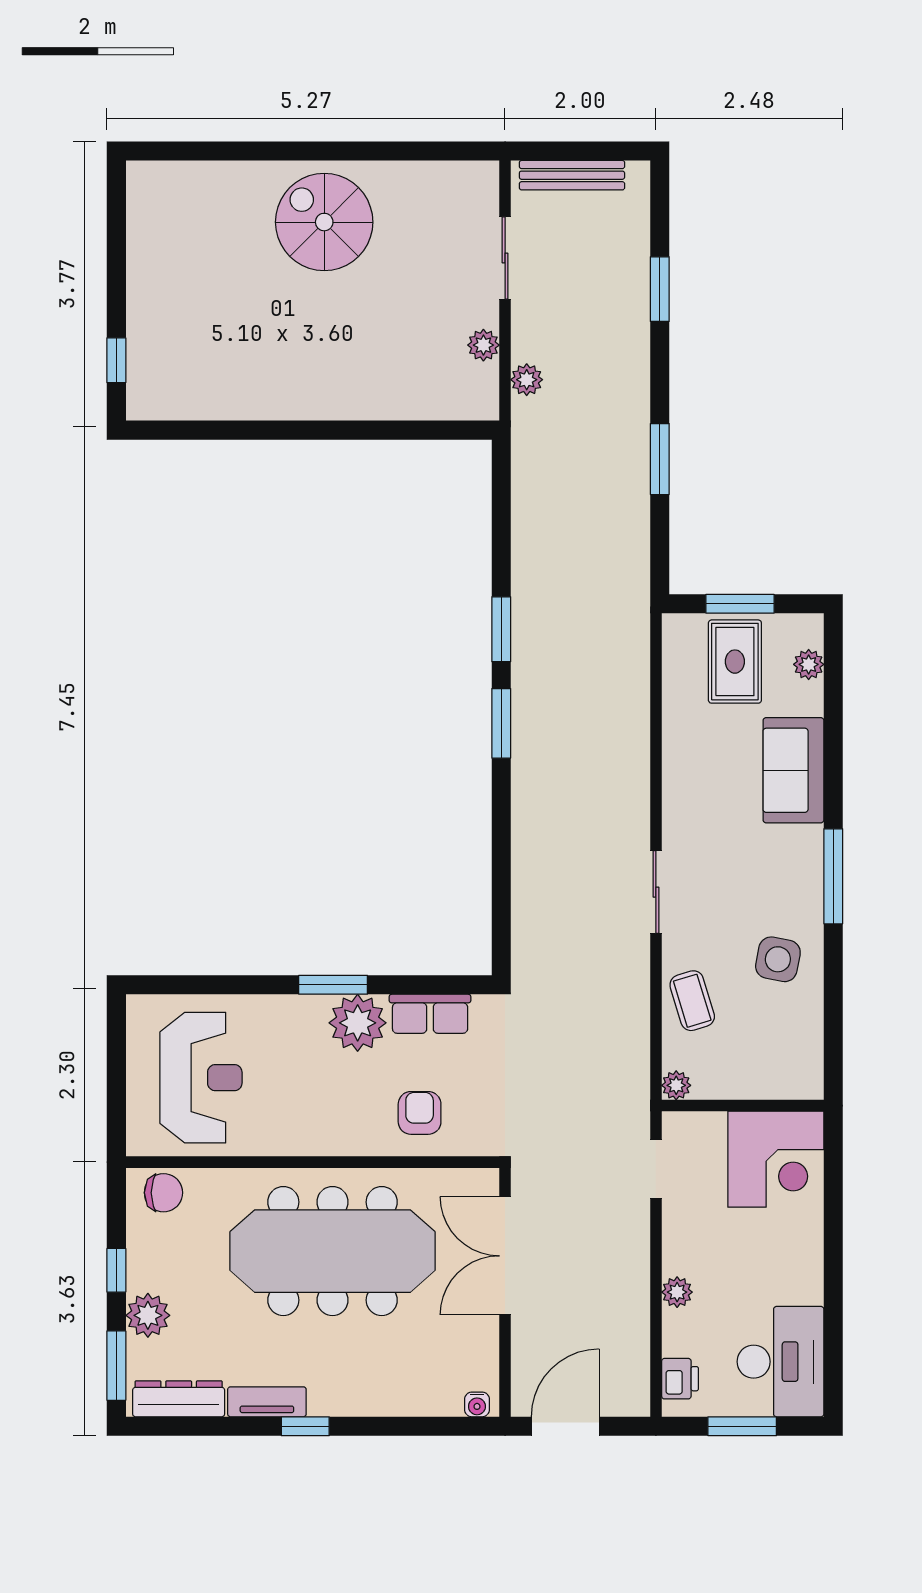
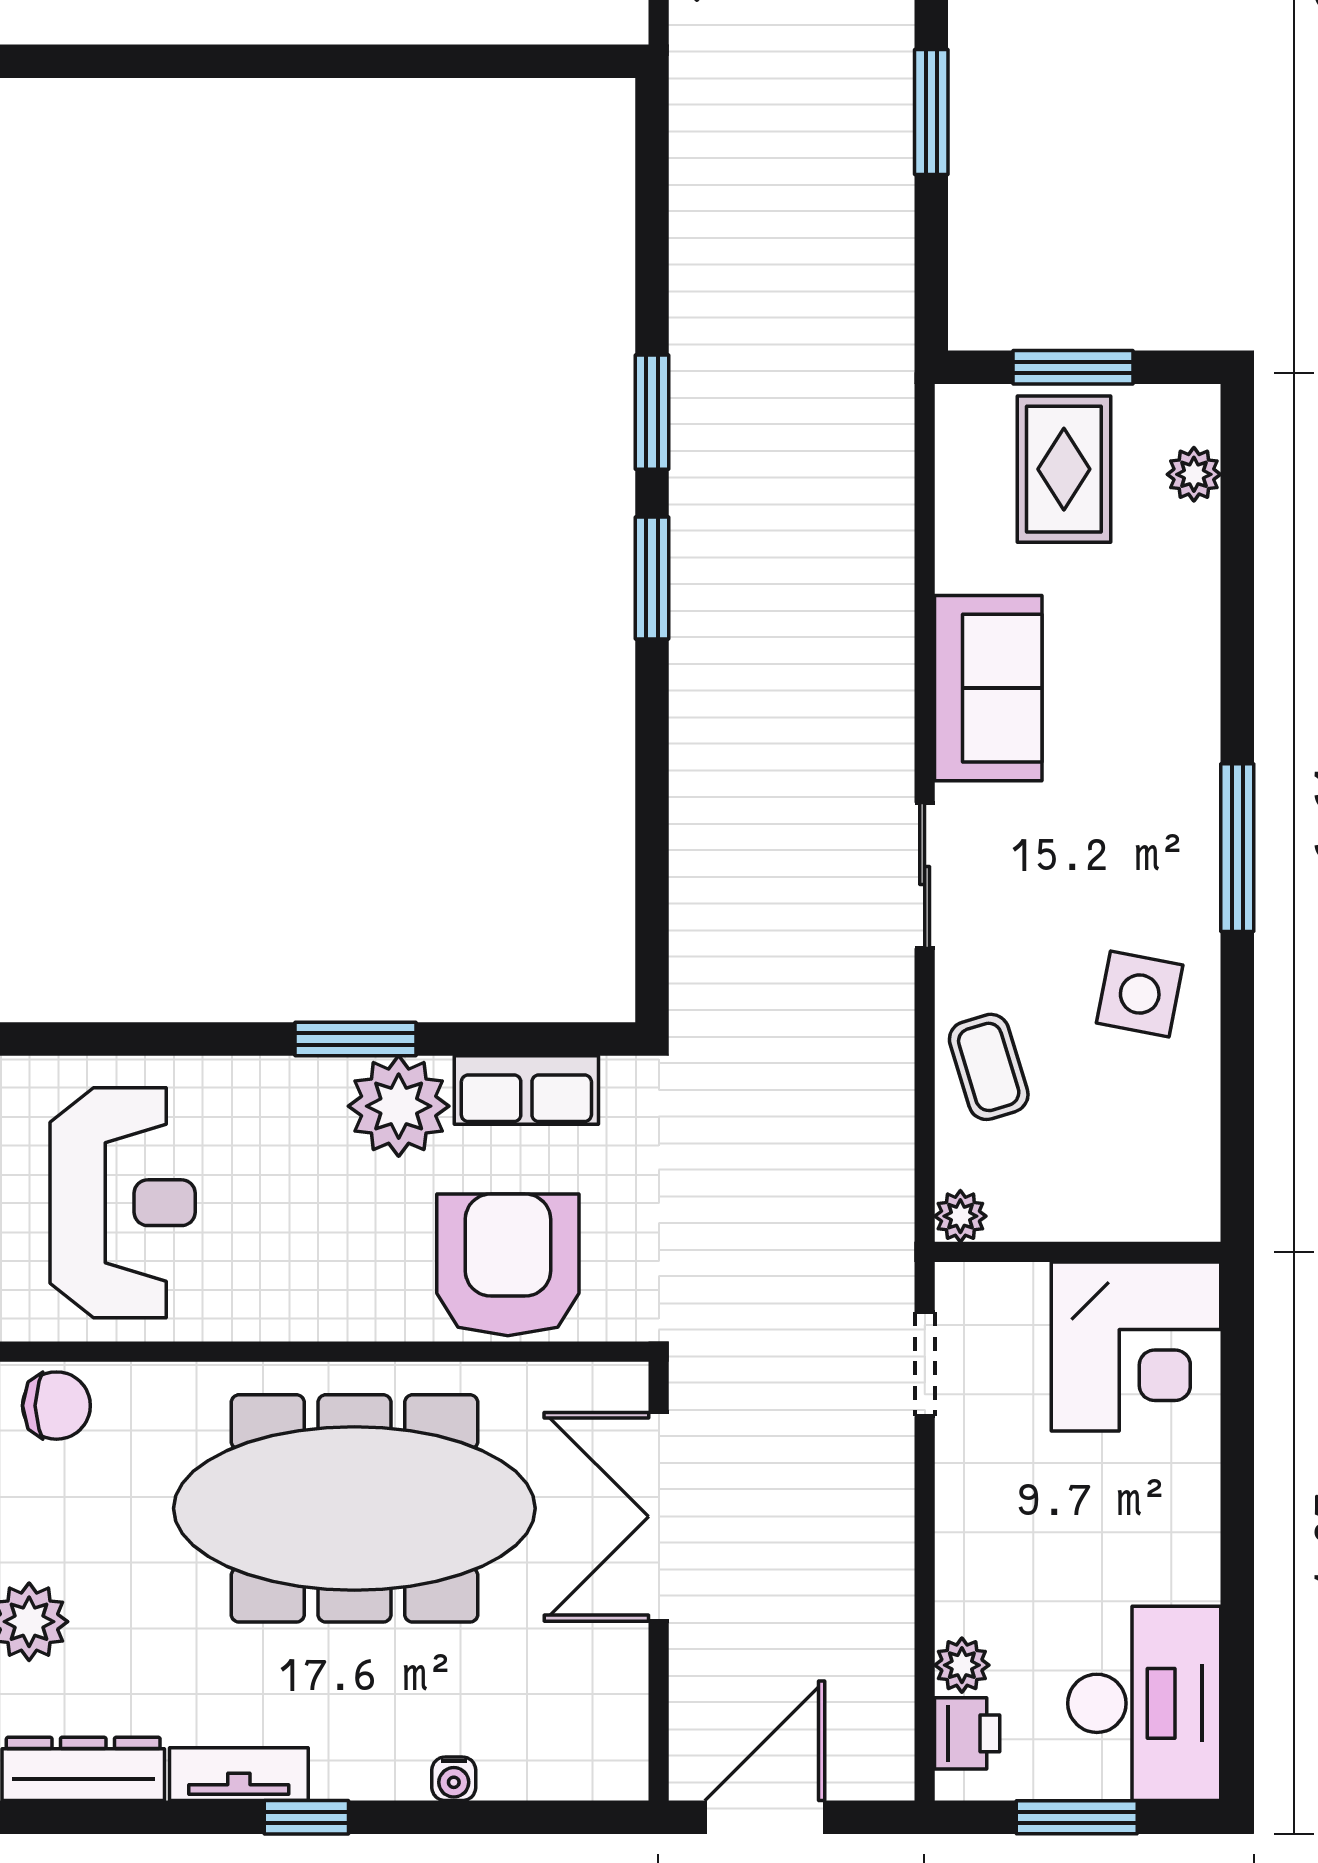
sofa: (793, 770) -> (988, 688), moved, turned 180
armchair: (420, 1113) -> (508, 1265), width x1.88, depth x1.88
plant: (677, 1292) -> (962, 1665), moved
water cooler: (477, 1404) -> (454, 1779), moved

